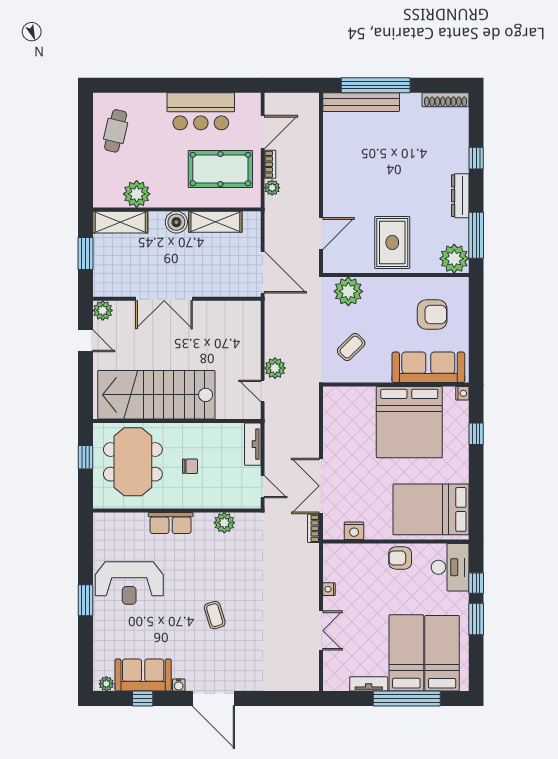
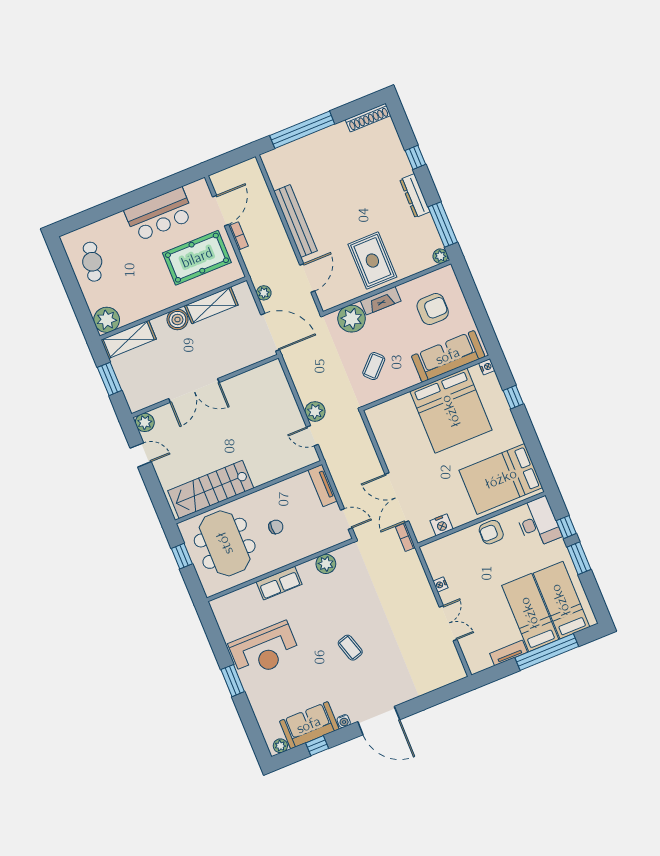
bench: (361, 102) -> (295, 221), moved, turned 90
plant: (272, 188) -> (264, 293), moved
plant: (137, 194) -> (107, 320), moved
plant: (454, 259) -> (440, 256), width x0.53, depth x0.53
fireplace: (384, 285) -> (381, 301), added
stairs: (156, 395) -> (211, 489), width x0.73, depth x0.66

